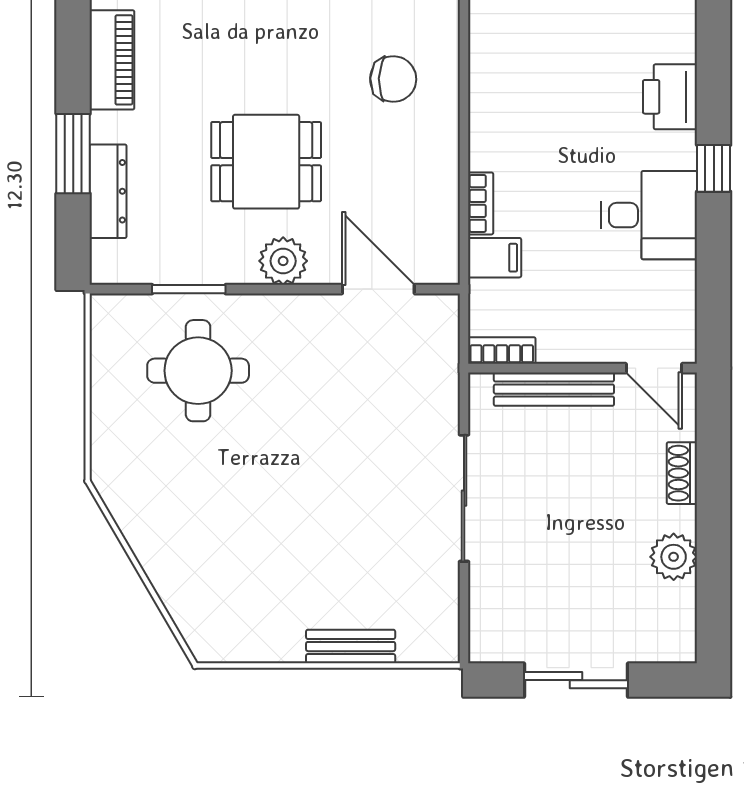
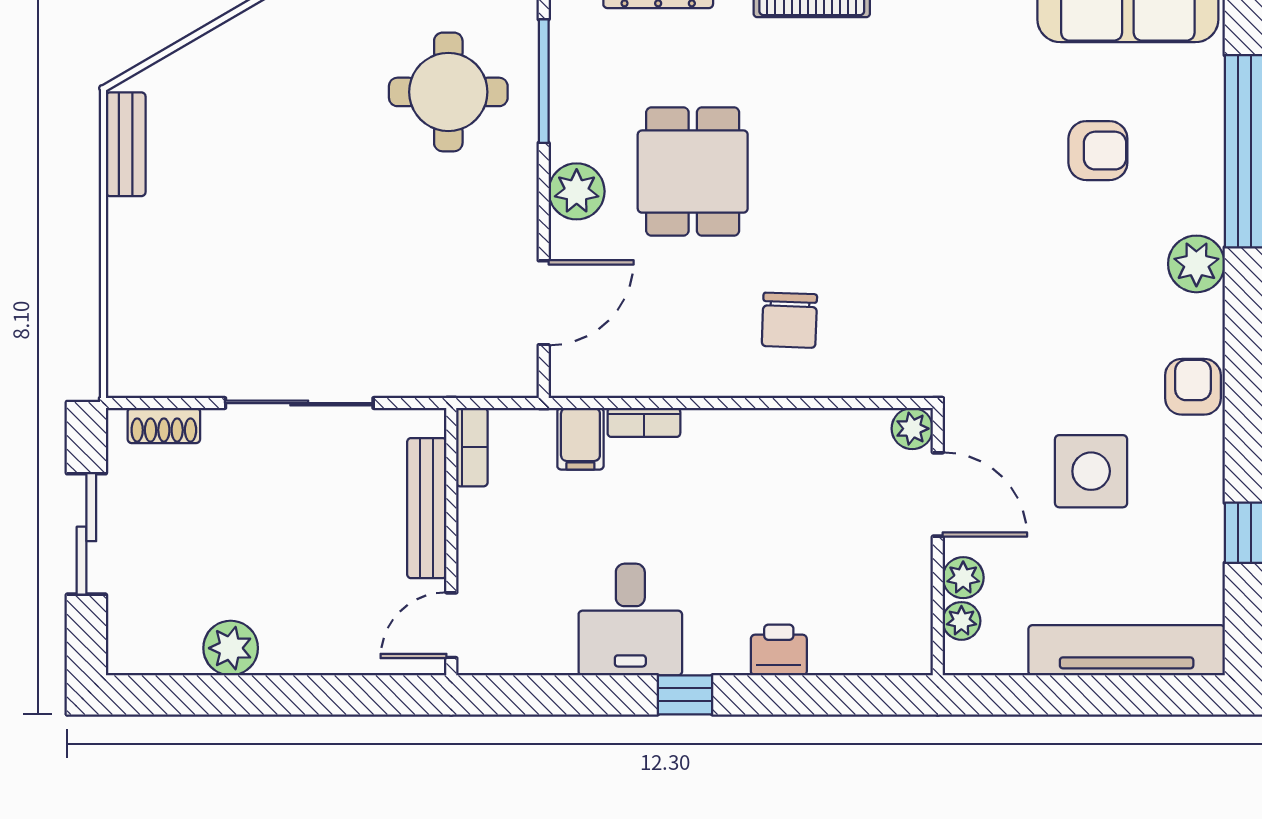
printer: (670, 97) -> (779, 650), width x0.73, depth x0.81
window: (189, 289) -> (544, 81), width x1.44
shoe rack: (682, 473) -> (164, 425), moved, turned 180
bench: (351, 647) -> (126, 144), moved

